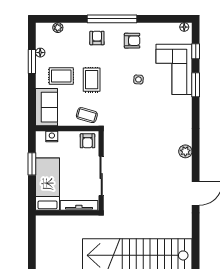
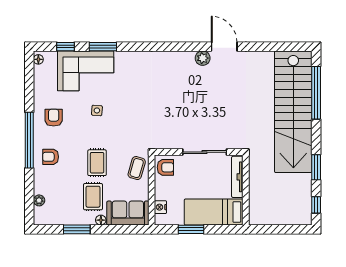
floor lamp: (40, 53) -> (101, 220), moved
rug: (92, 80) -> (97, 163), turned 90
plant: (185, 151) -> (203, 58), moved

